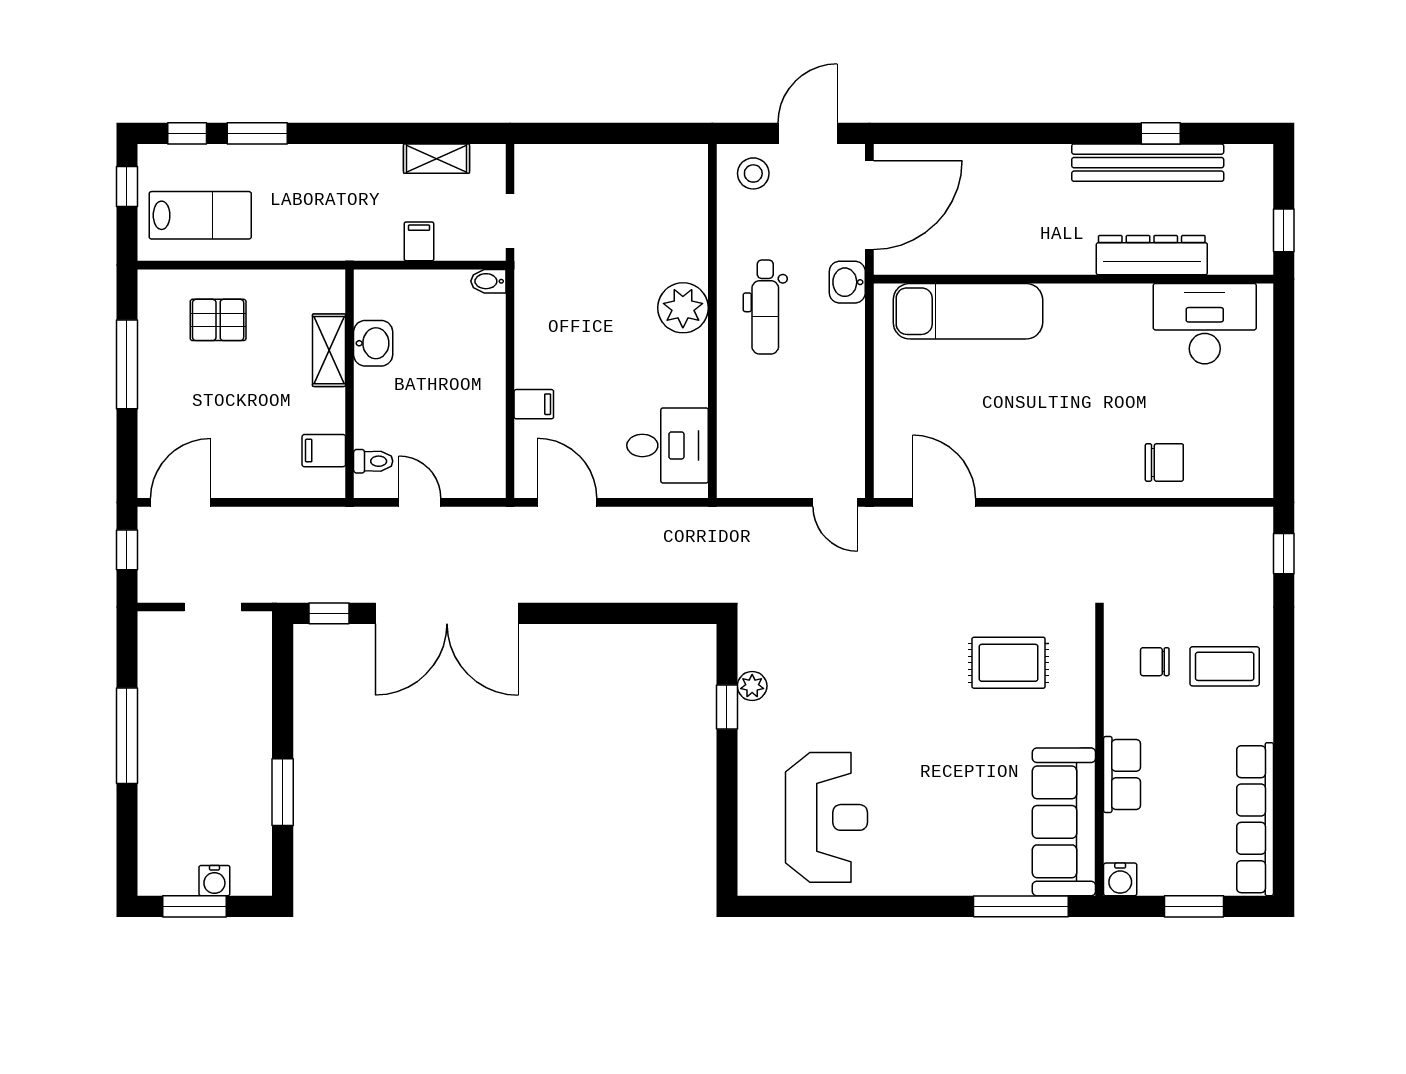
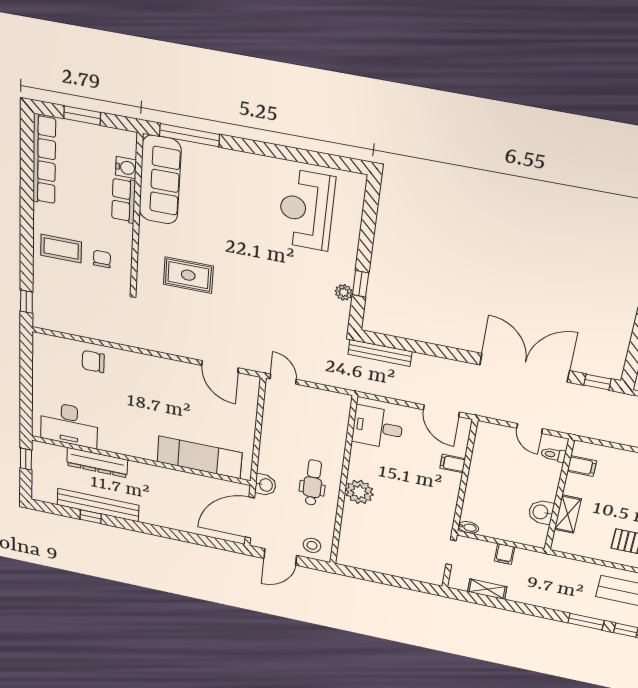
bench: (681, 588) -> (380, 353), added
chair: (1155, 662) -> (102, 259), turned -90
water cooler: (1120, 879) -> (126, 168), moved, turned 90

